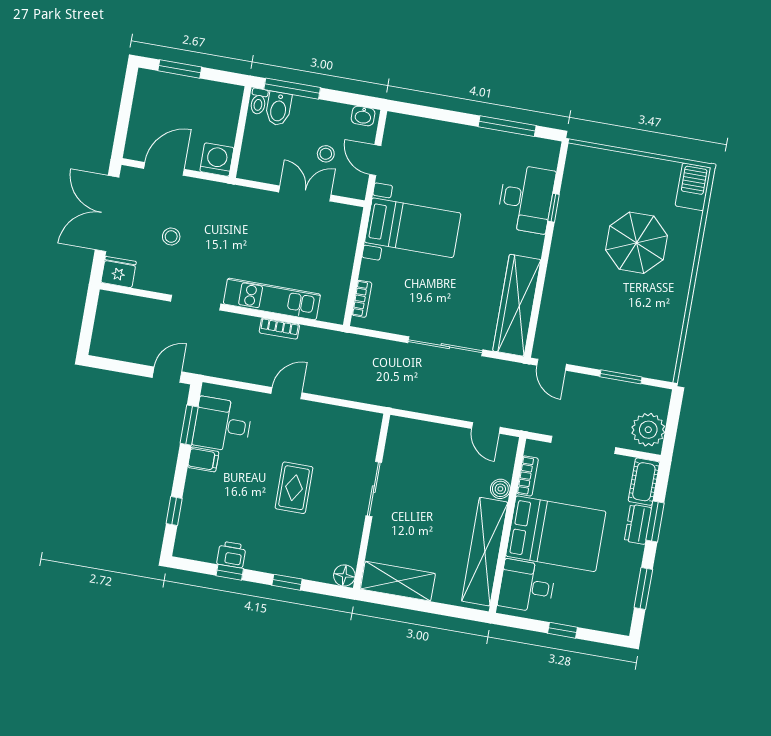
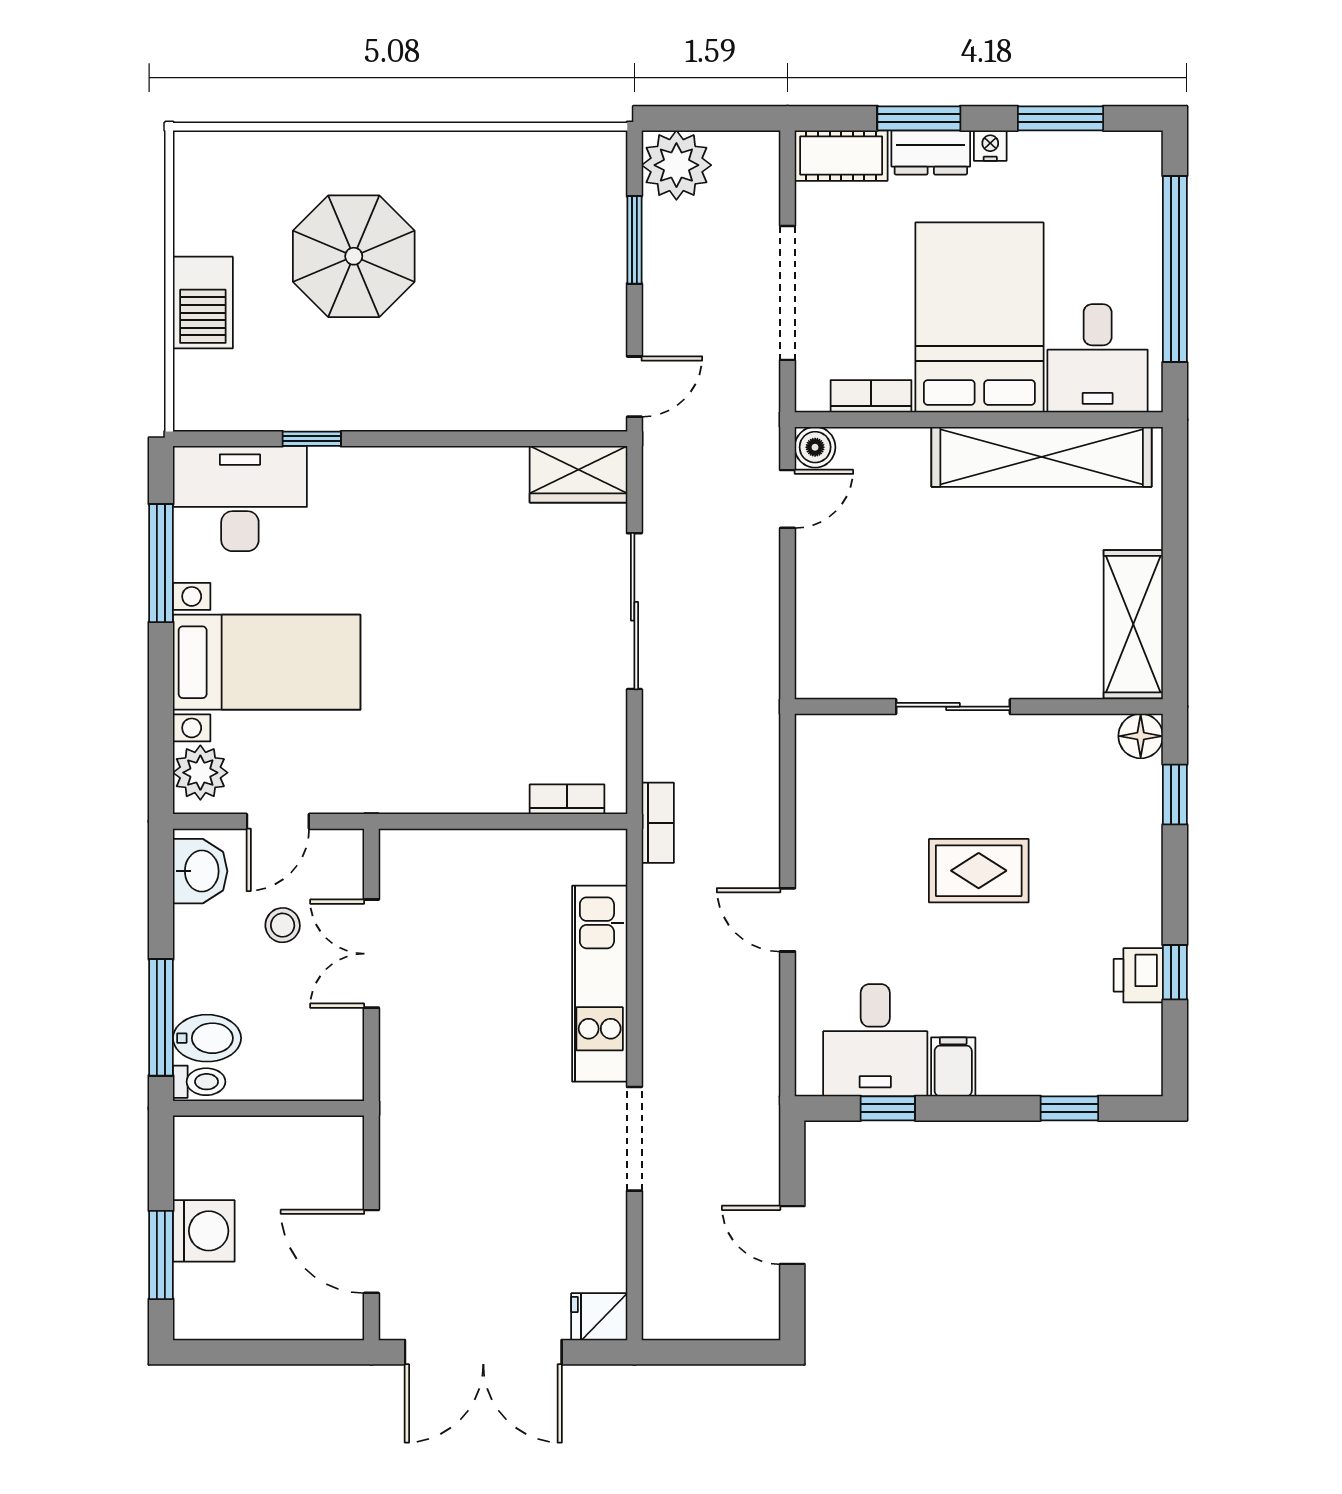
washbasin: (363, 116) -> (200, 871), width x1.38, depth x1.45
plant: (405, 127) -> (200, 773), added
washing machine: (217, 160) -> (204, 1231), moved, turned 180
barbecue: (693, 187) -> (203, 303), moved, turned -90
desk: (526, 199) -> (240, 499), moved
bed with nightstands: (413, 228) -> (267, 662), moved, turned 90
stool: (171, 236) -> (508, 1212), removed
fridge: (119, 272) -> (599, 1317), width x0.72
wardrobe: (517, 305) -> (578, 474), width x0.48, depth x0.85
bookcase: (279, 329) -> (658, 823), moved
door: (167, 375) -> (792, 1235), moved
window: (189, 425) -> (888, 1108), width x0.67
plant: (648, 430) -> (676, 165), moved
boiler: (500, 489) -> (815, 447), moved
nightstand: (636, 553) -> (990, 146), added
window: (287, 582) -> (1175, 794), moved
window: (563, 630) -> (1175, 269), width x3.17

